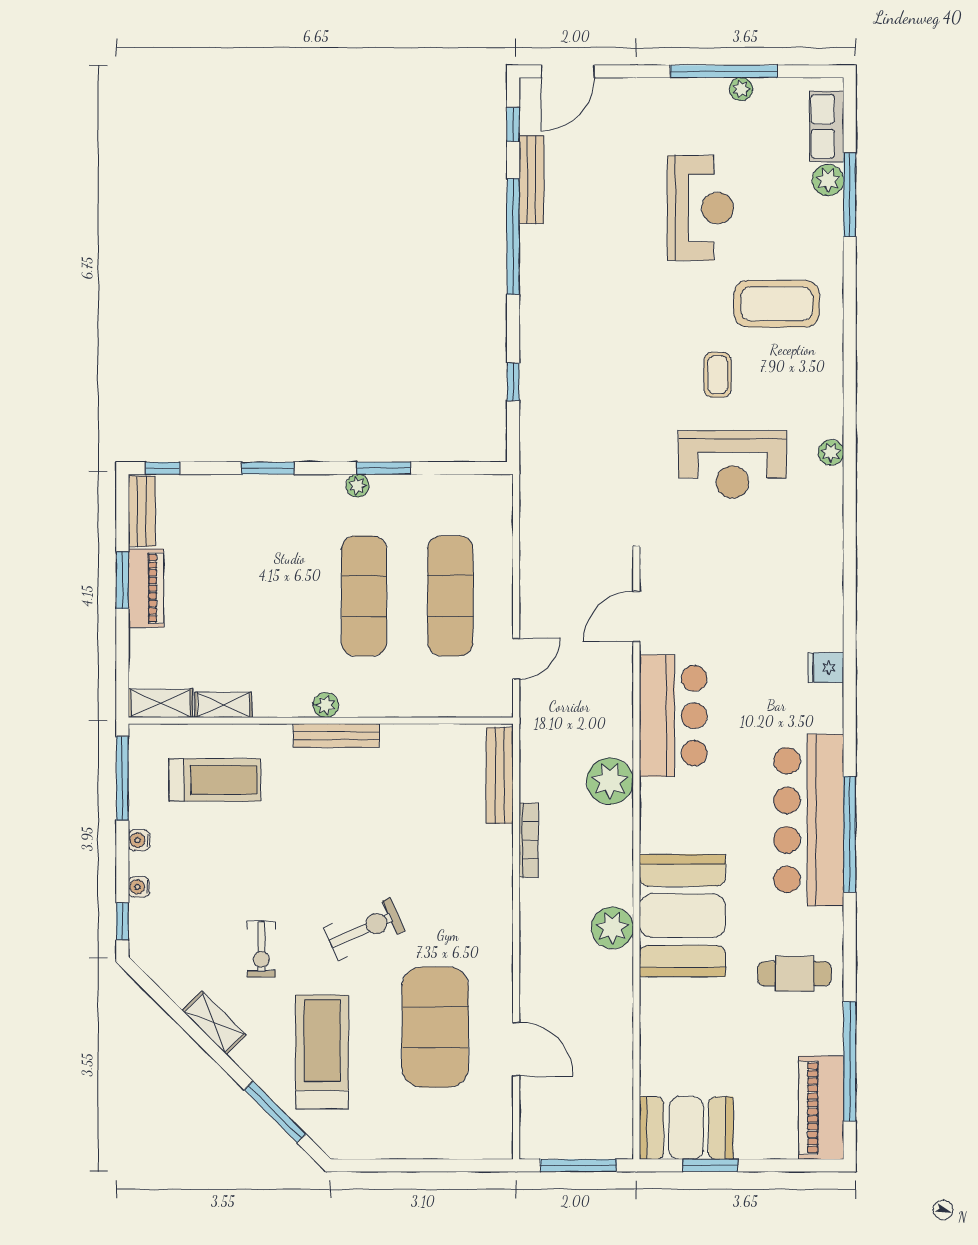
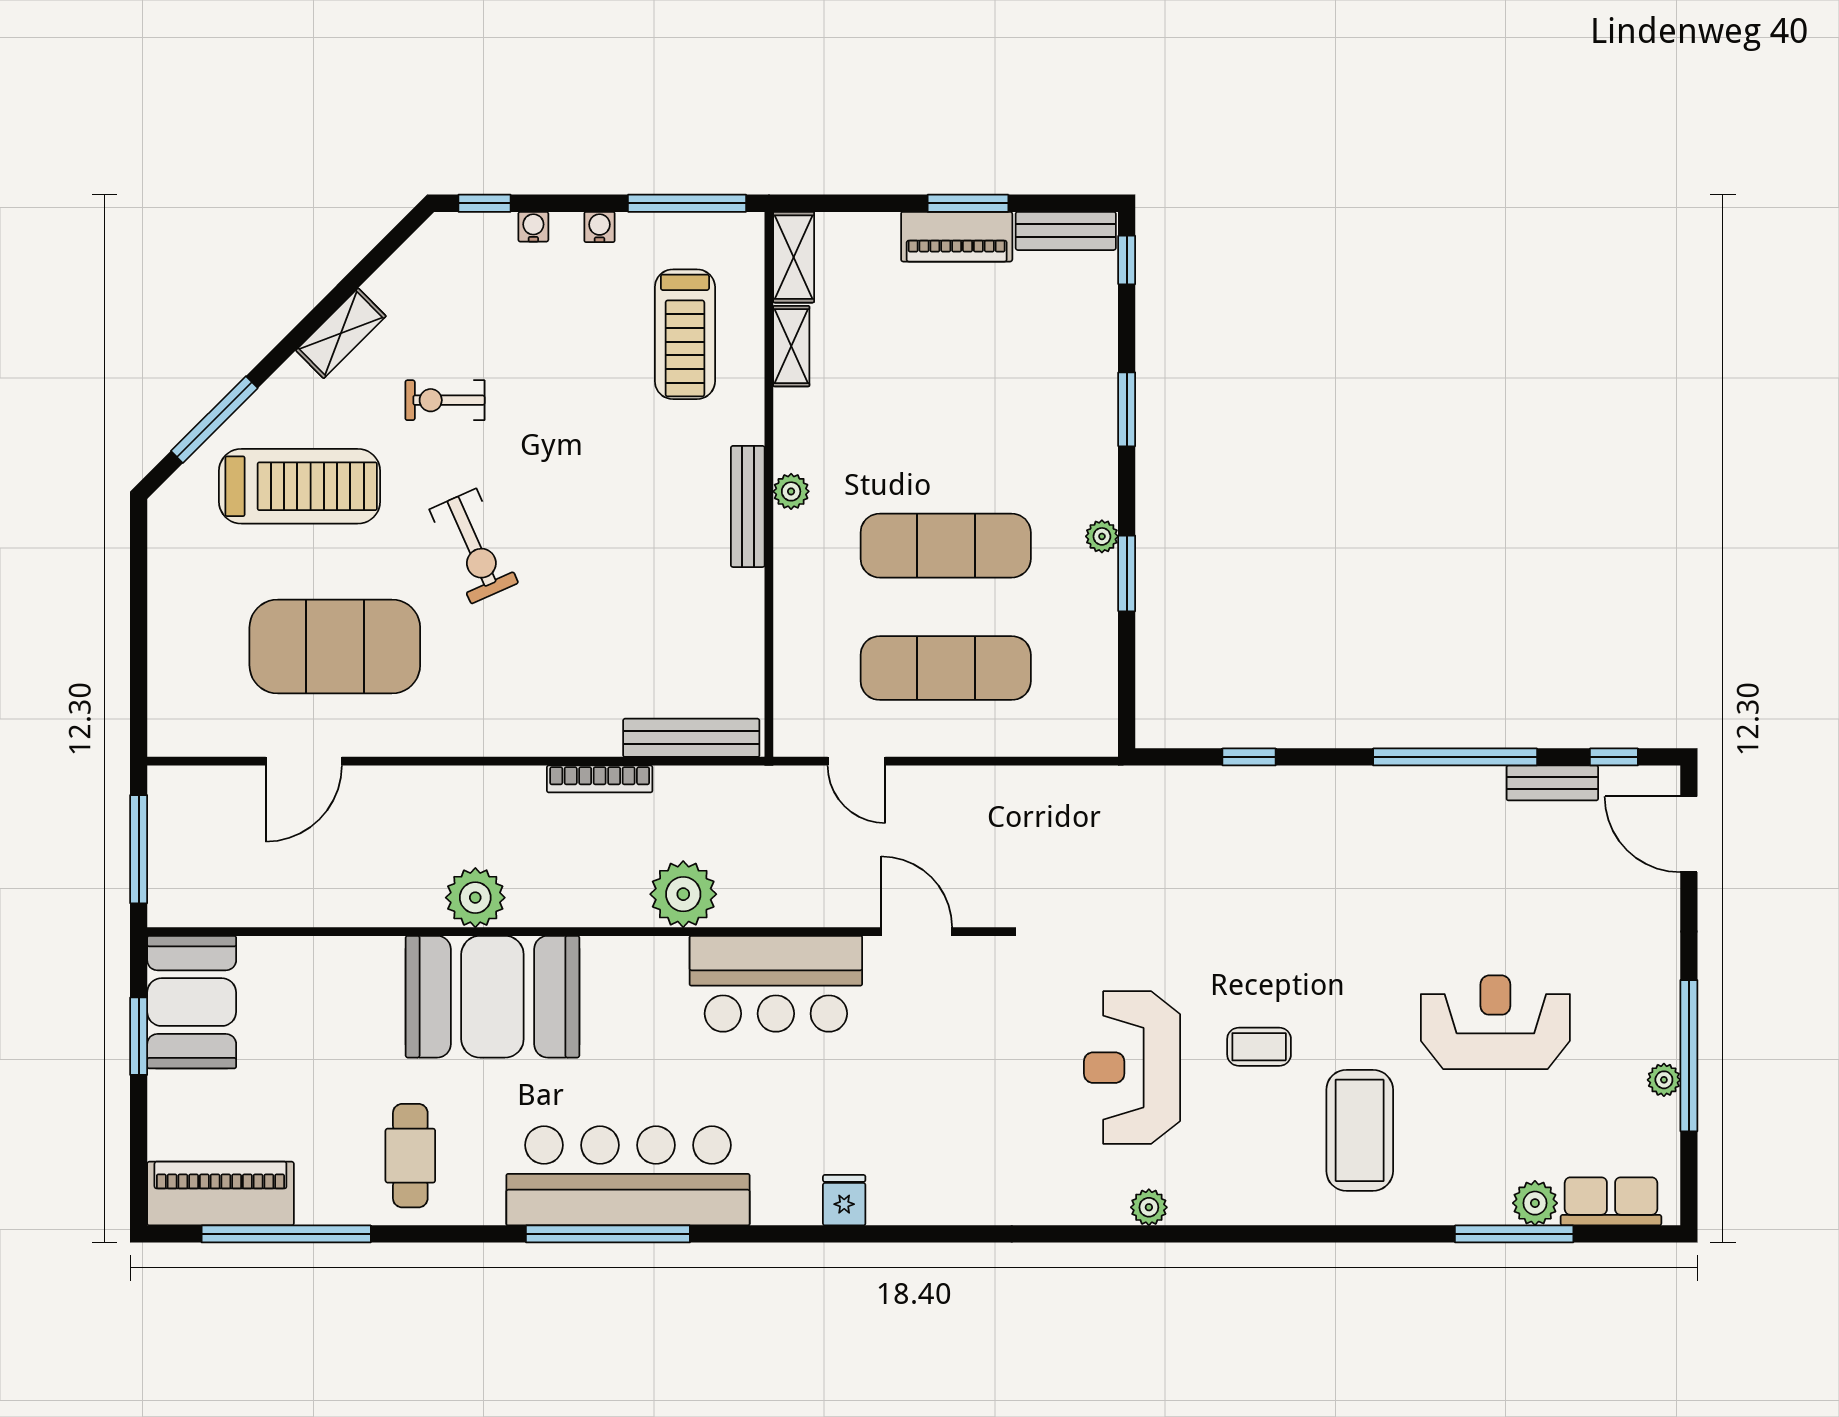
bench: (531, 180) -> (1552, 783), width x0.73
reception desk: (700, 208) -> (1495, 1022), turned 180

